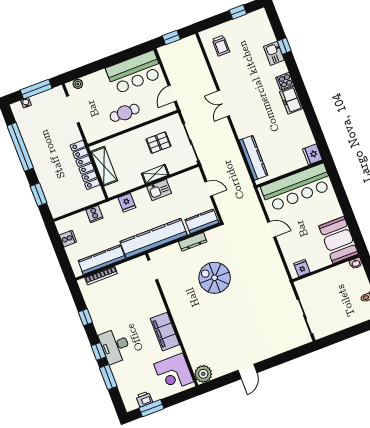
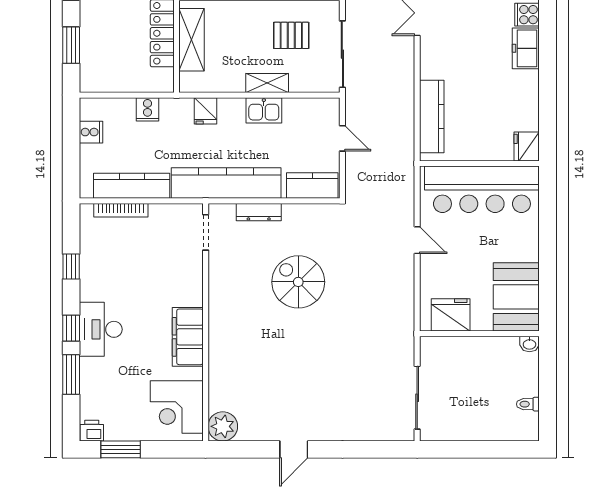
dresser: (193, 242) -> (259, 212), moved
fridge: (302, 268) -> (451, 315), width x1.88, depth x1.34
printer: (144, 399) -> (92, 431), moved

